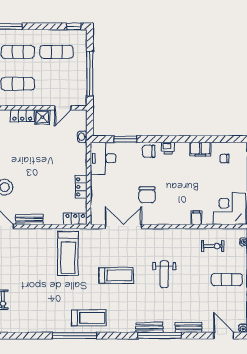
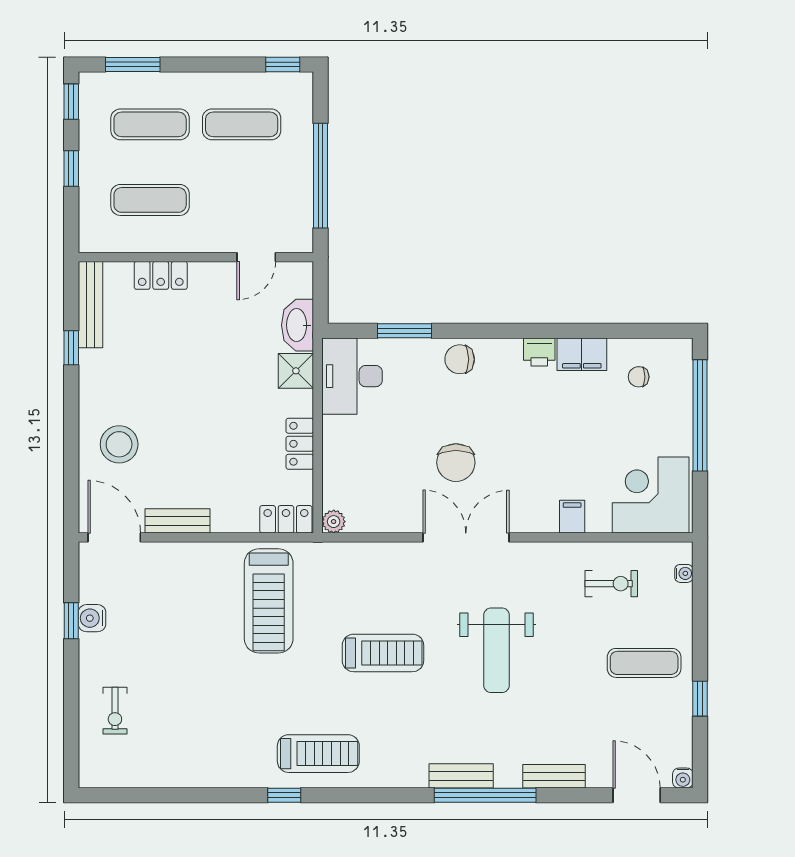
shower: (42, 117) -> (296, 371), moved
washbasin: (82, 137) -> (297, 325), width x1.91, depth x1.45
printer: (168, 148) -> (539, 352), moved
plant: (95, 220) -> (334, 522), added
double door: (123, 227) -> (466, 537), moved
weight bench: (164, 274) -> (496, 650), width x1.36, depth x1.33
window: (75, 336) -> (284, 795), width x0.32

